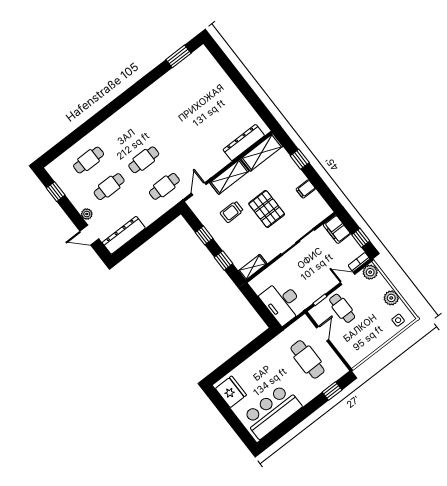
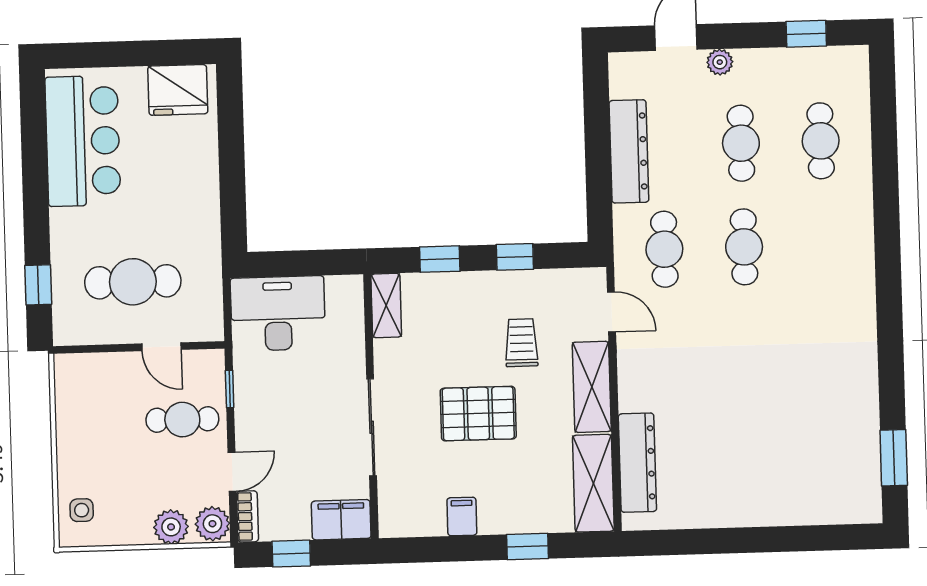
dresser: (124, 235) -> (629, 151), moved
plant: (391, 298) -> (171, 527), moved

